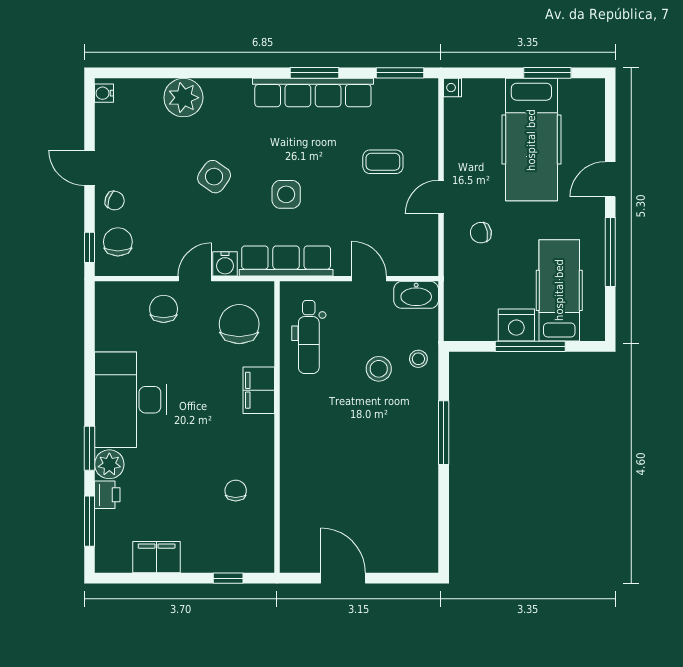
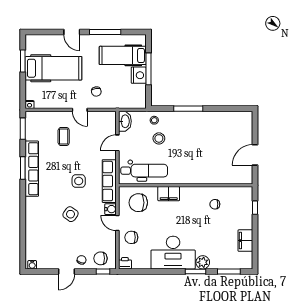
plant: (183, 98) -> (34, 228), removed
dental chair: (309, 337) -> (144, 171), width x1.36, depth x1.38
printer: (107, 495) -> (125, 263), moved

